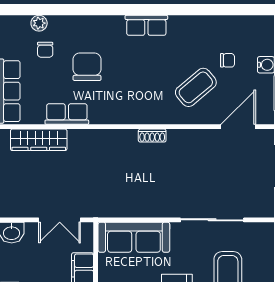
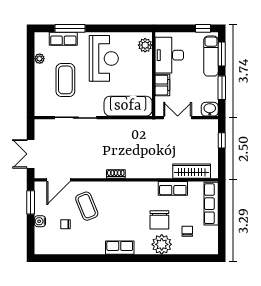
plant: (39, 23) -> (162, 244), moved, width x1.87, depth x1.87
coffee table: (196, 87) -> (87, 206), turned -72

